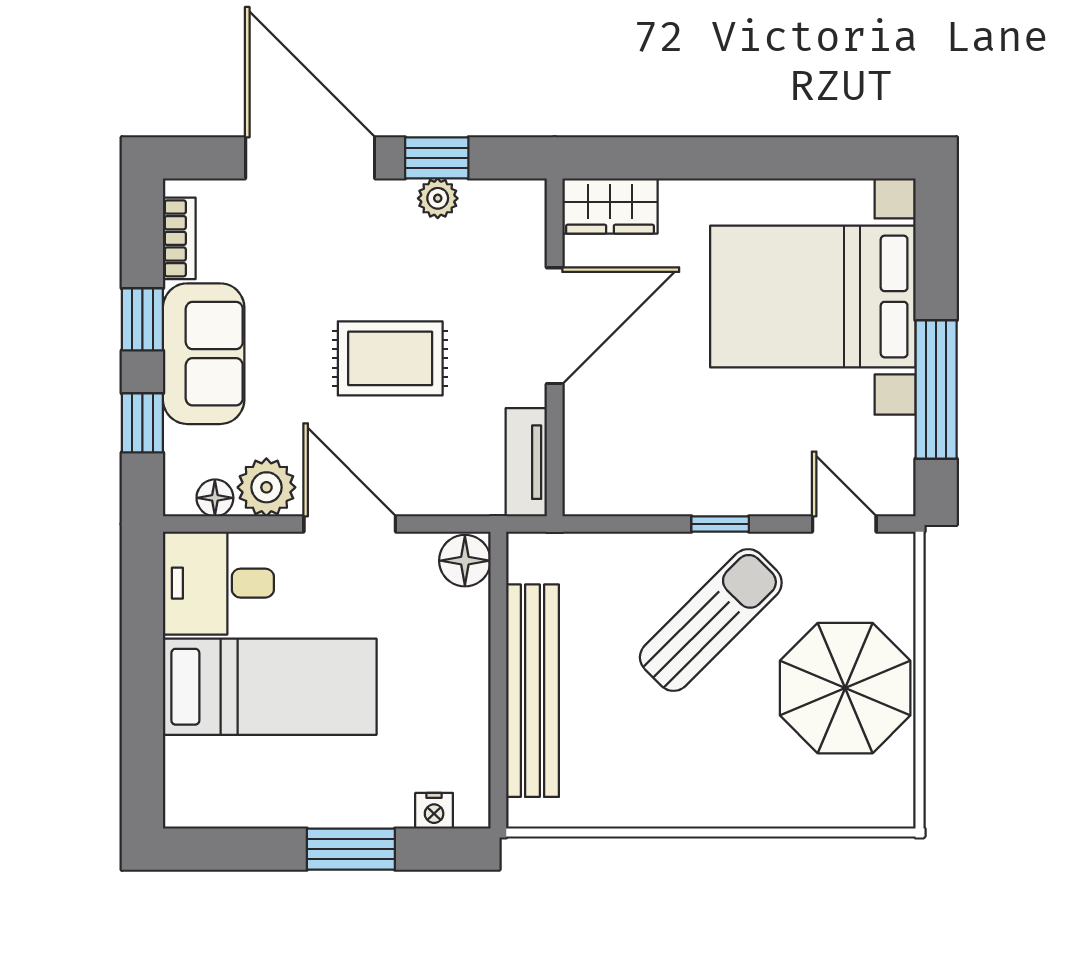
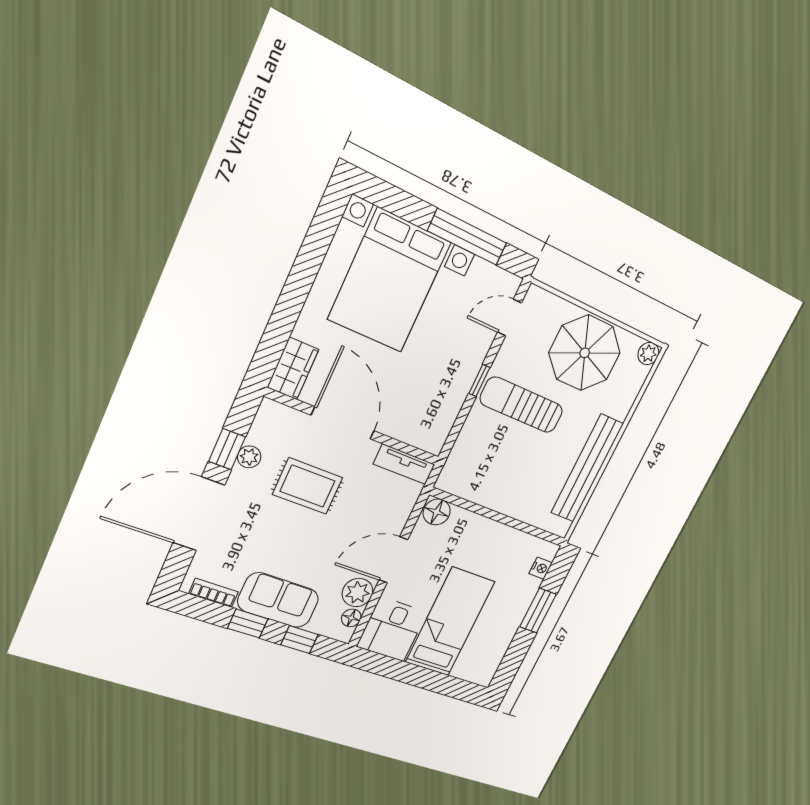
rug: (390, 358) -> (308, 486), moved, turned 90
sun lounger: (711, 620) -> (522, 405), turned -45
bench: (532, 691) -> (587, 468), moved, turned 90
plant: (895, 808) -> (648, 354), added

